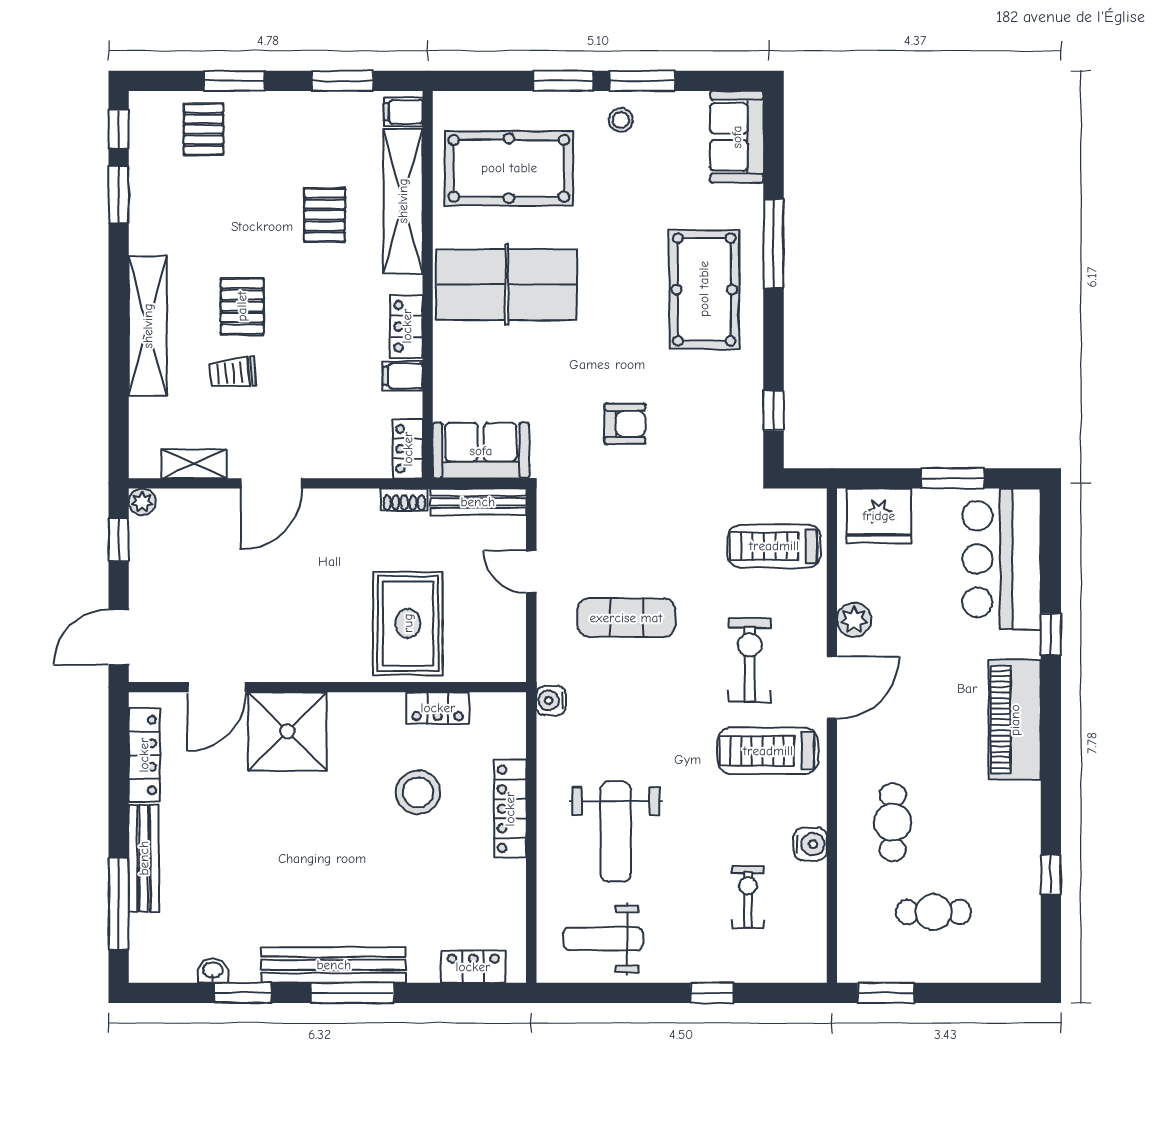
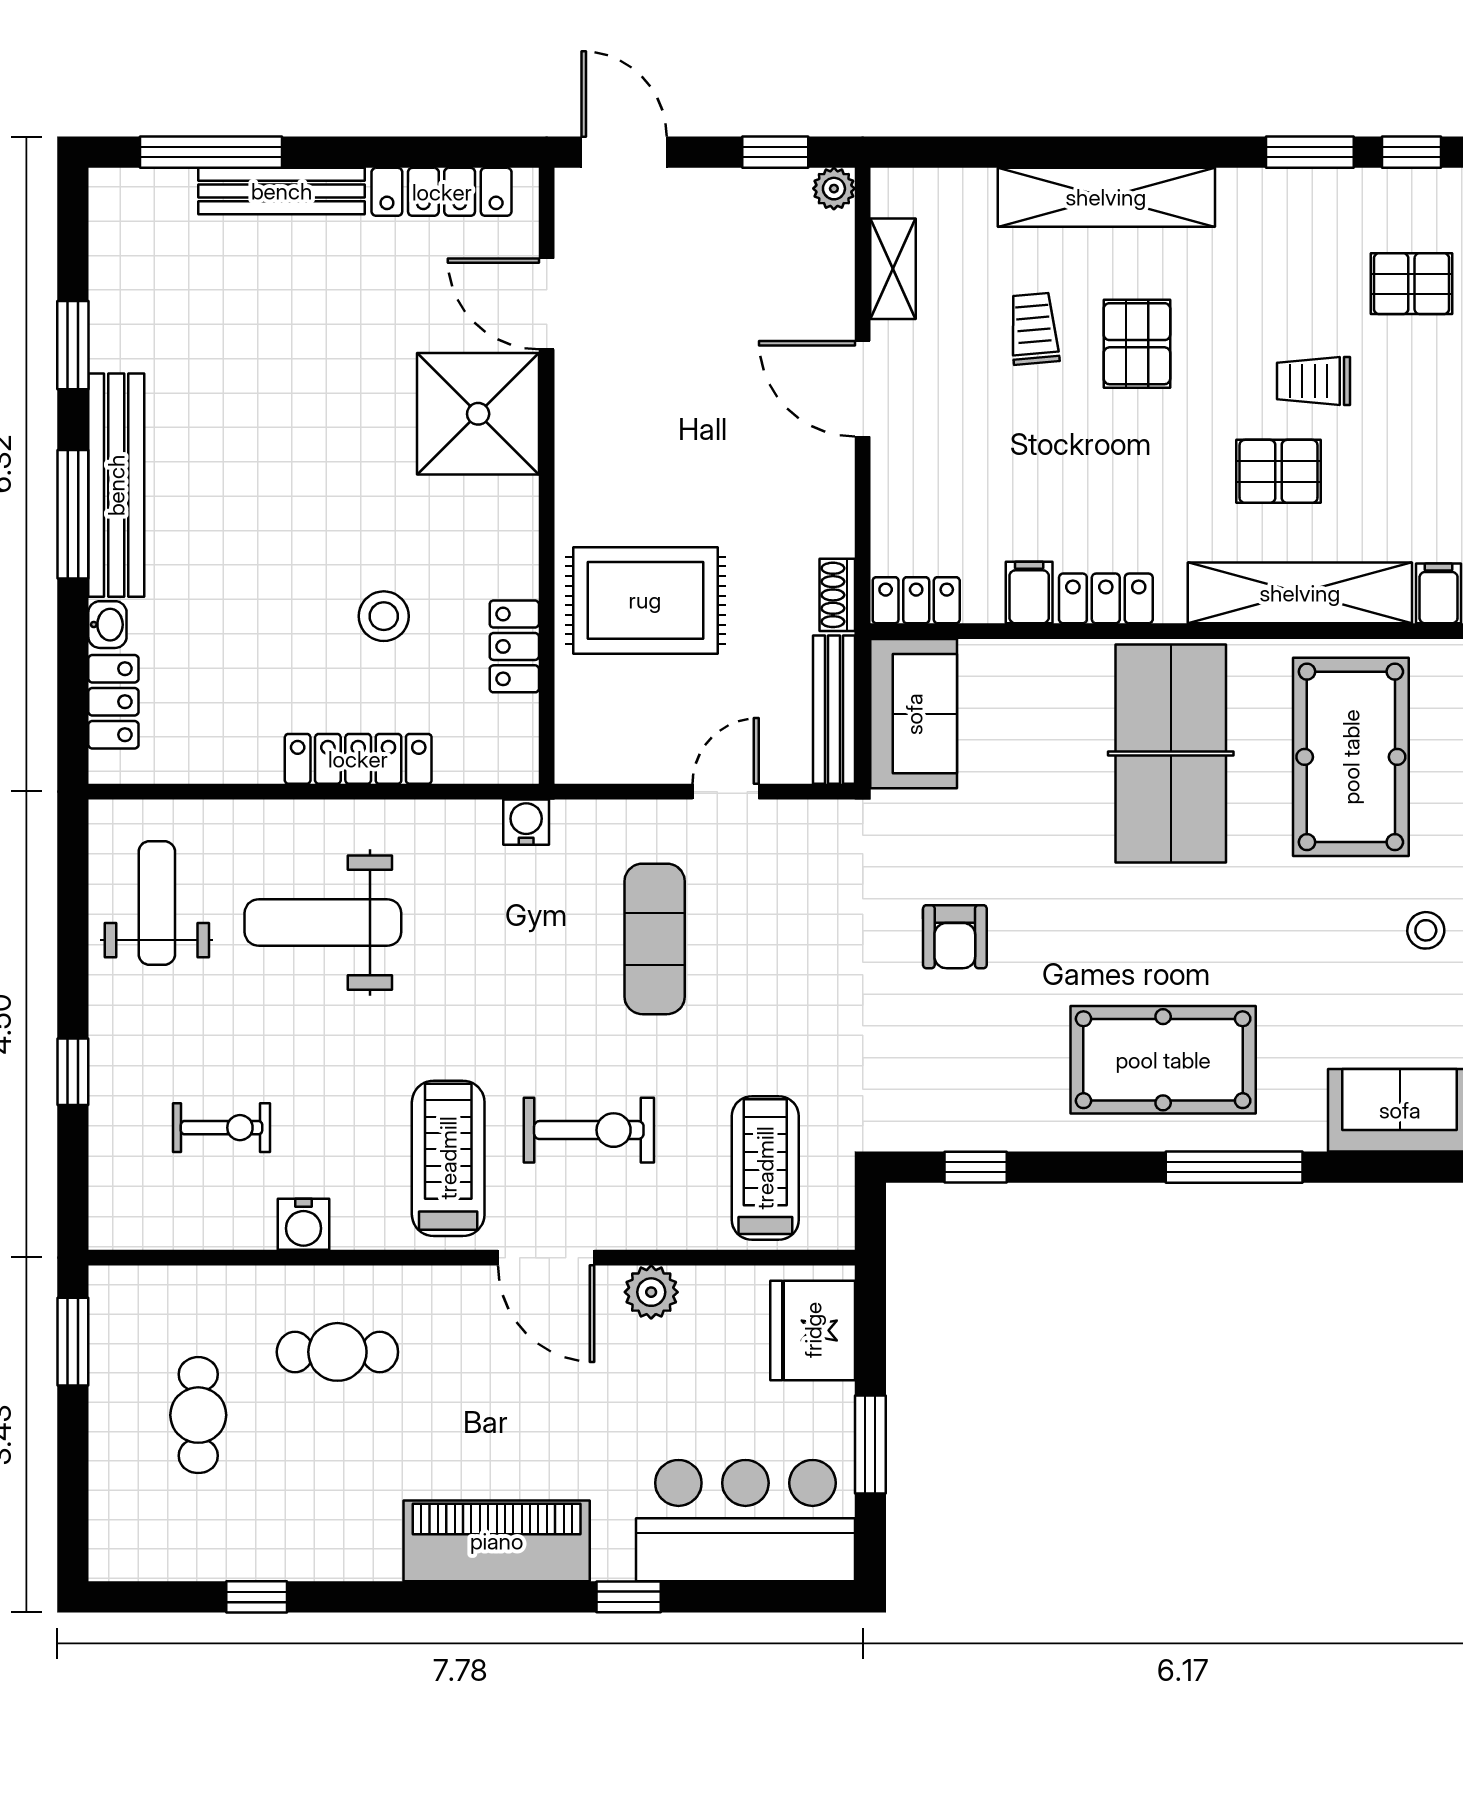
trolley: (266, 192) -> (1314, 381), added
pallet: (242, 306) -> (1137, 344), turned 90
stool: (418, 792) -> (384, 616), width x0.73, depth x0.73
washbasin: (213, 971) -> (107, 625), moved

